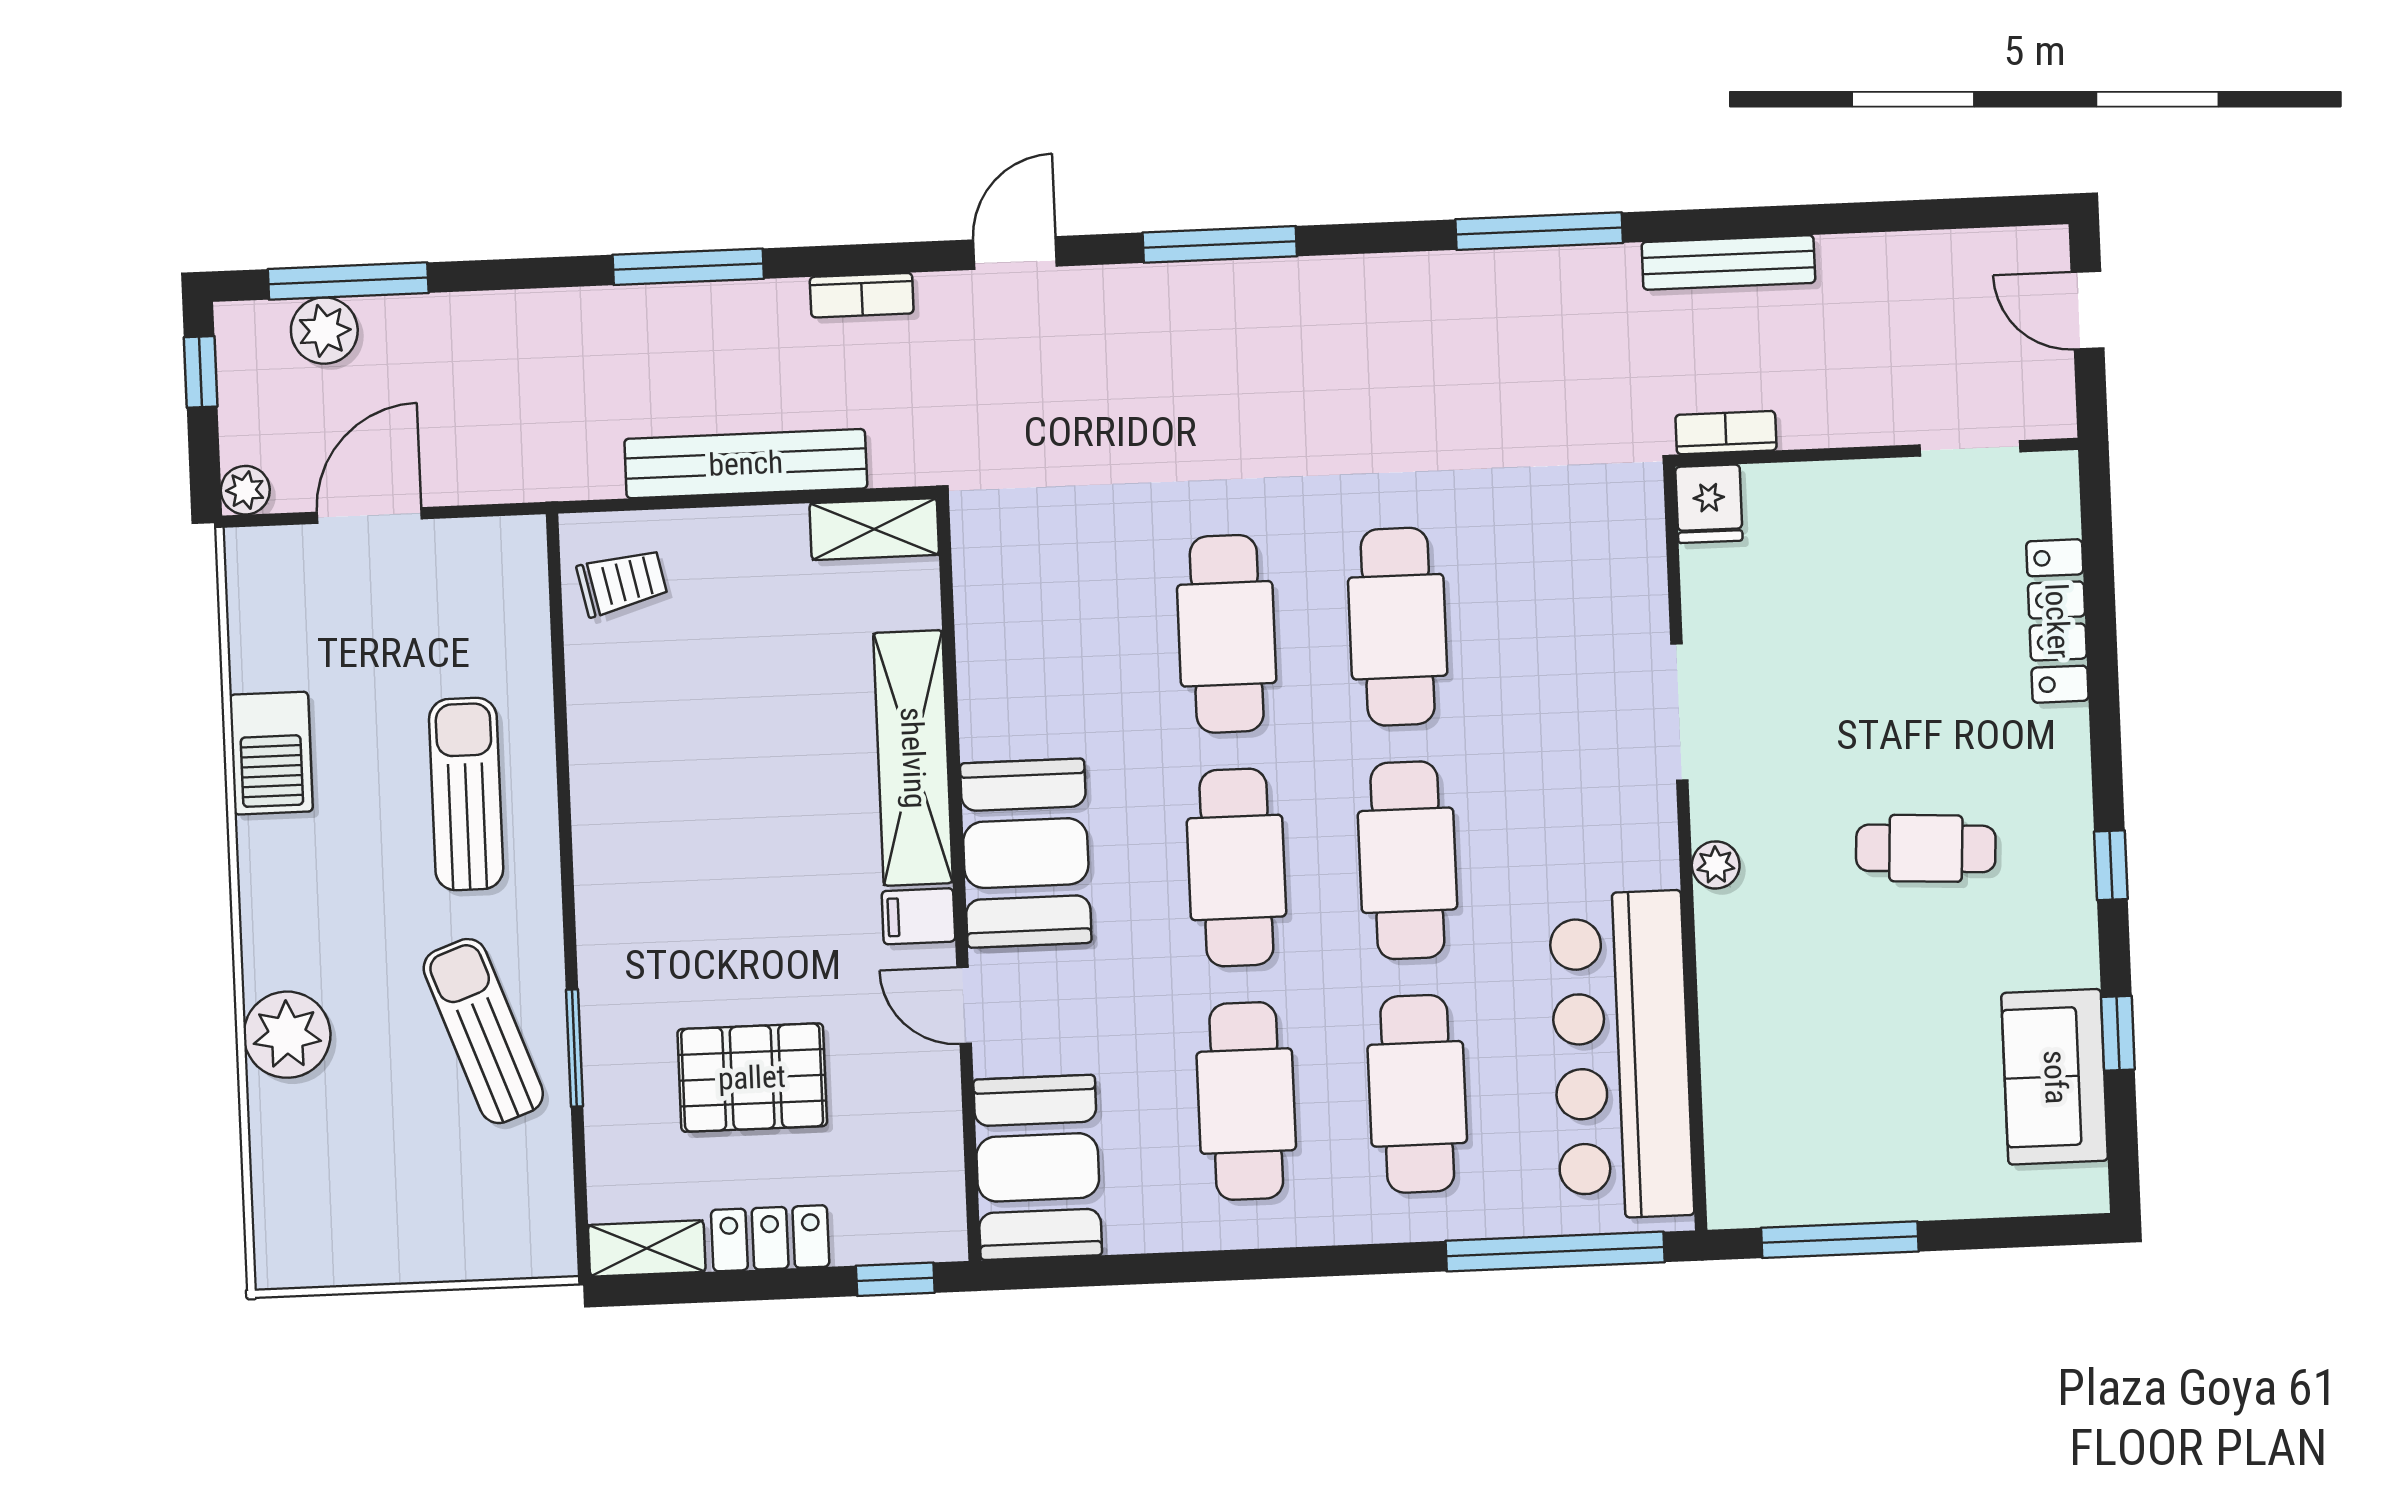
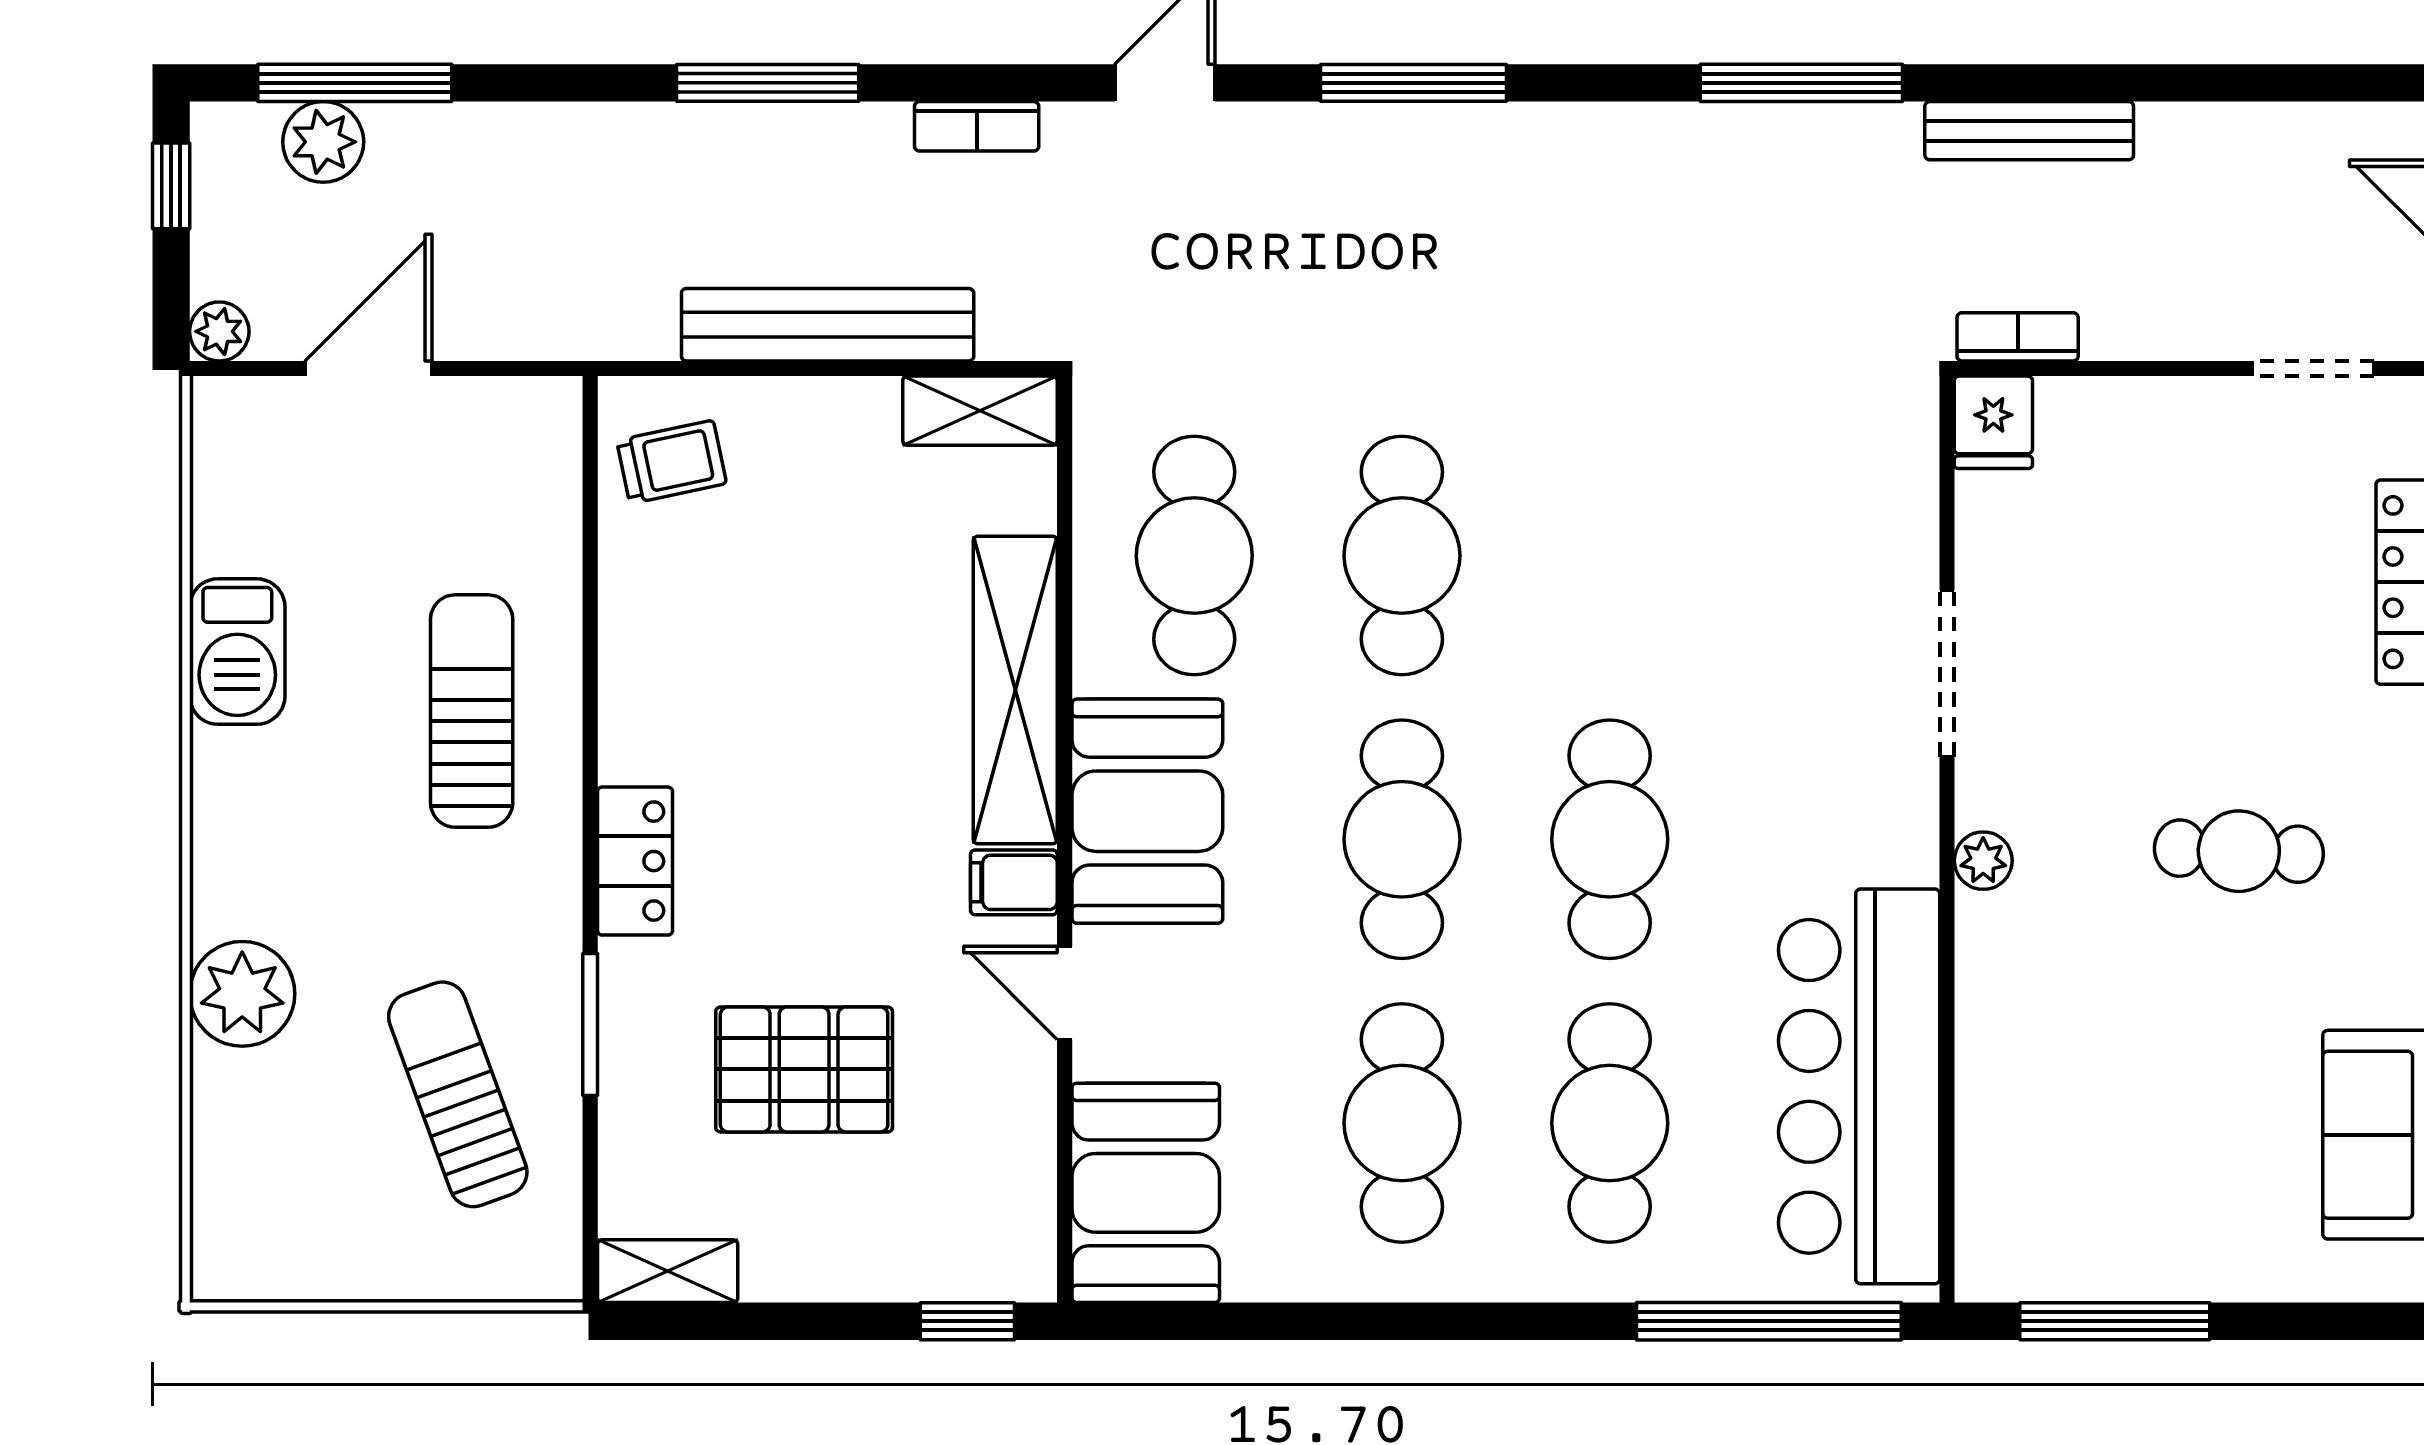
cafe table: (1398, 627) -> (1194, 556), moved
sun lounger: (483, 1031) -> (458, 1094), moved
locker: (770, 1238) -> (635, 861), moved, turned 90

